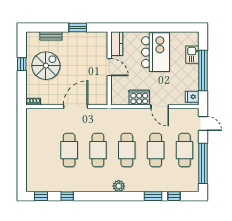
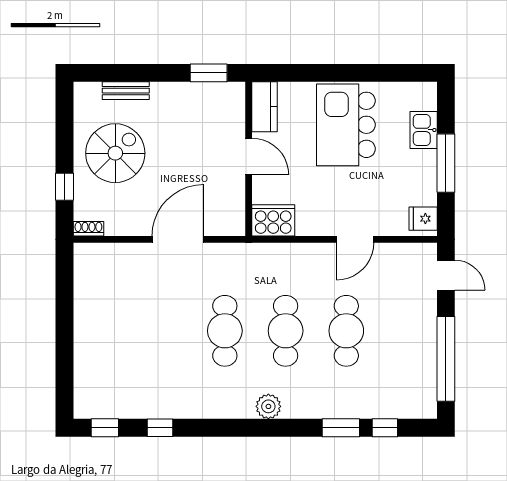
window: (78, 28) -> (209, 73), moved
kitchen island: (155, 52) -> (346, 125), turned 180
window: (22, 64) -> (65, 187), moved
window: (203, 70) -> (446, 163), width x0.68
cooker: (139, 98) -> (273, 220), moved
door: (160, 107) -> (355, 239), hinge flipped
cafe table: (69, 150) -> (164, 331), removed
cafe table: (185, 150) -> (407, 331), removed

